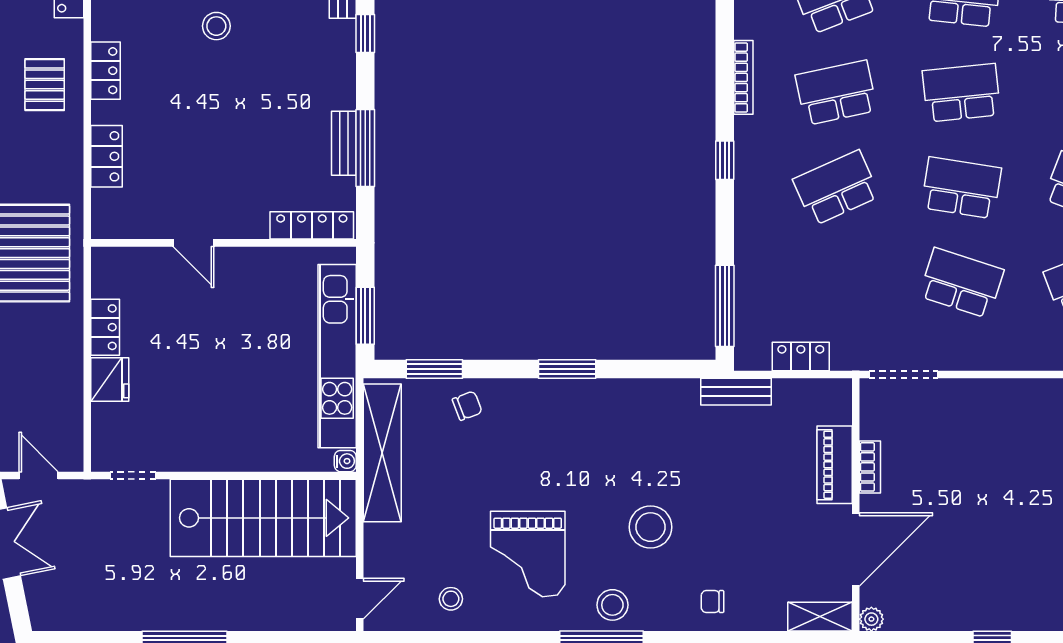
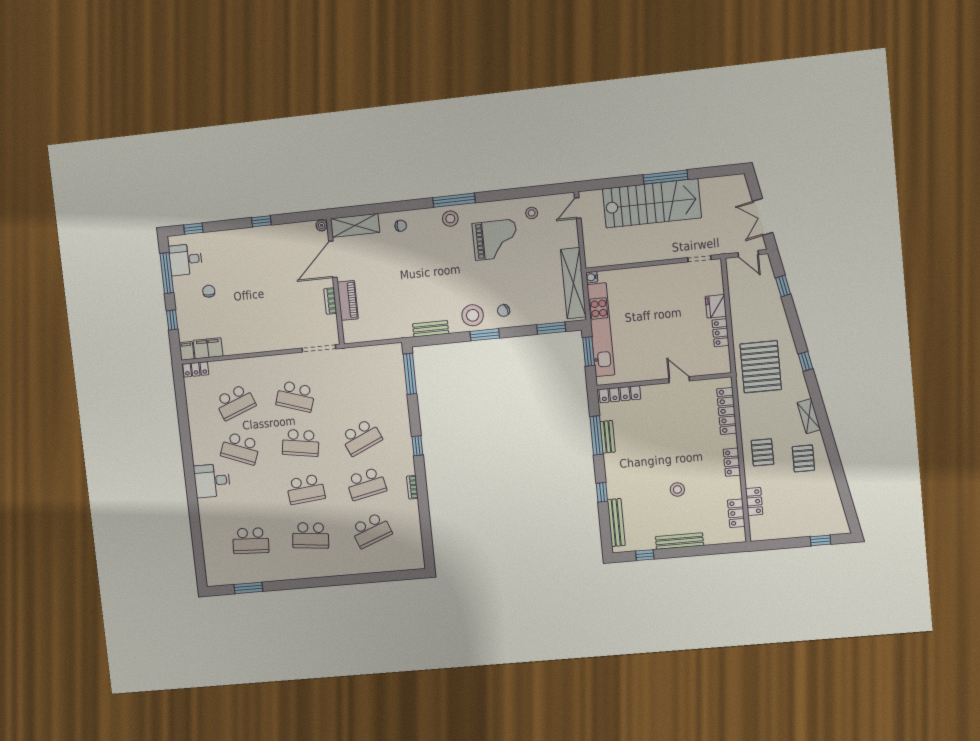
bookcase: (743, 77) -> (412, 487), width x0.64
locker: (107, 156) -> (727, 411), width x1.53
locker: (801, 356) -> (370, 352), removed
bench: (736, 392) -> (431, 329), moved
chair: (467, 406) -> (504, 310), moved
stairs: (263, 518) -> (652, 203), moved, turned 180
stool: (650, 527) -> (473, 315), moved
grand piano: (528, 554) -> (495, 240), turned 90
shelving: (820, 617) -> (355, 225), width x1.50, depth x1.33

